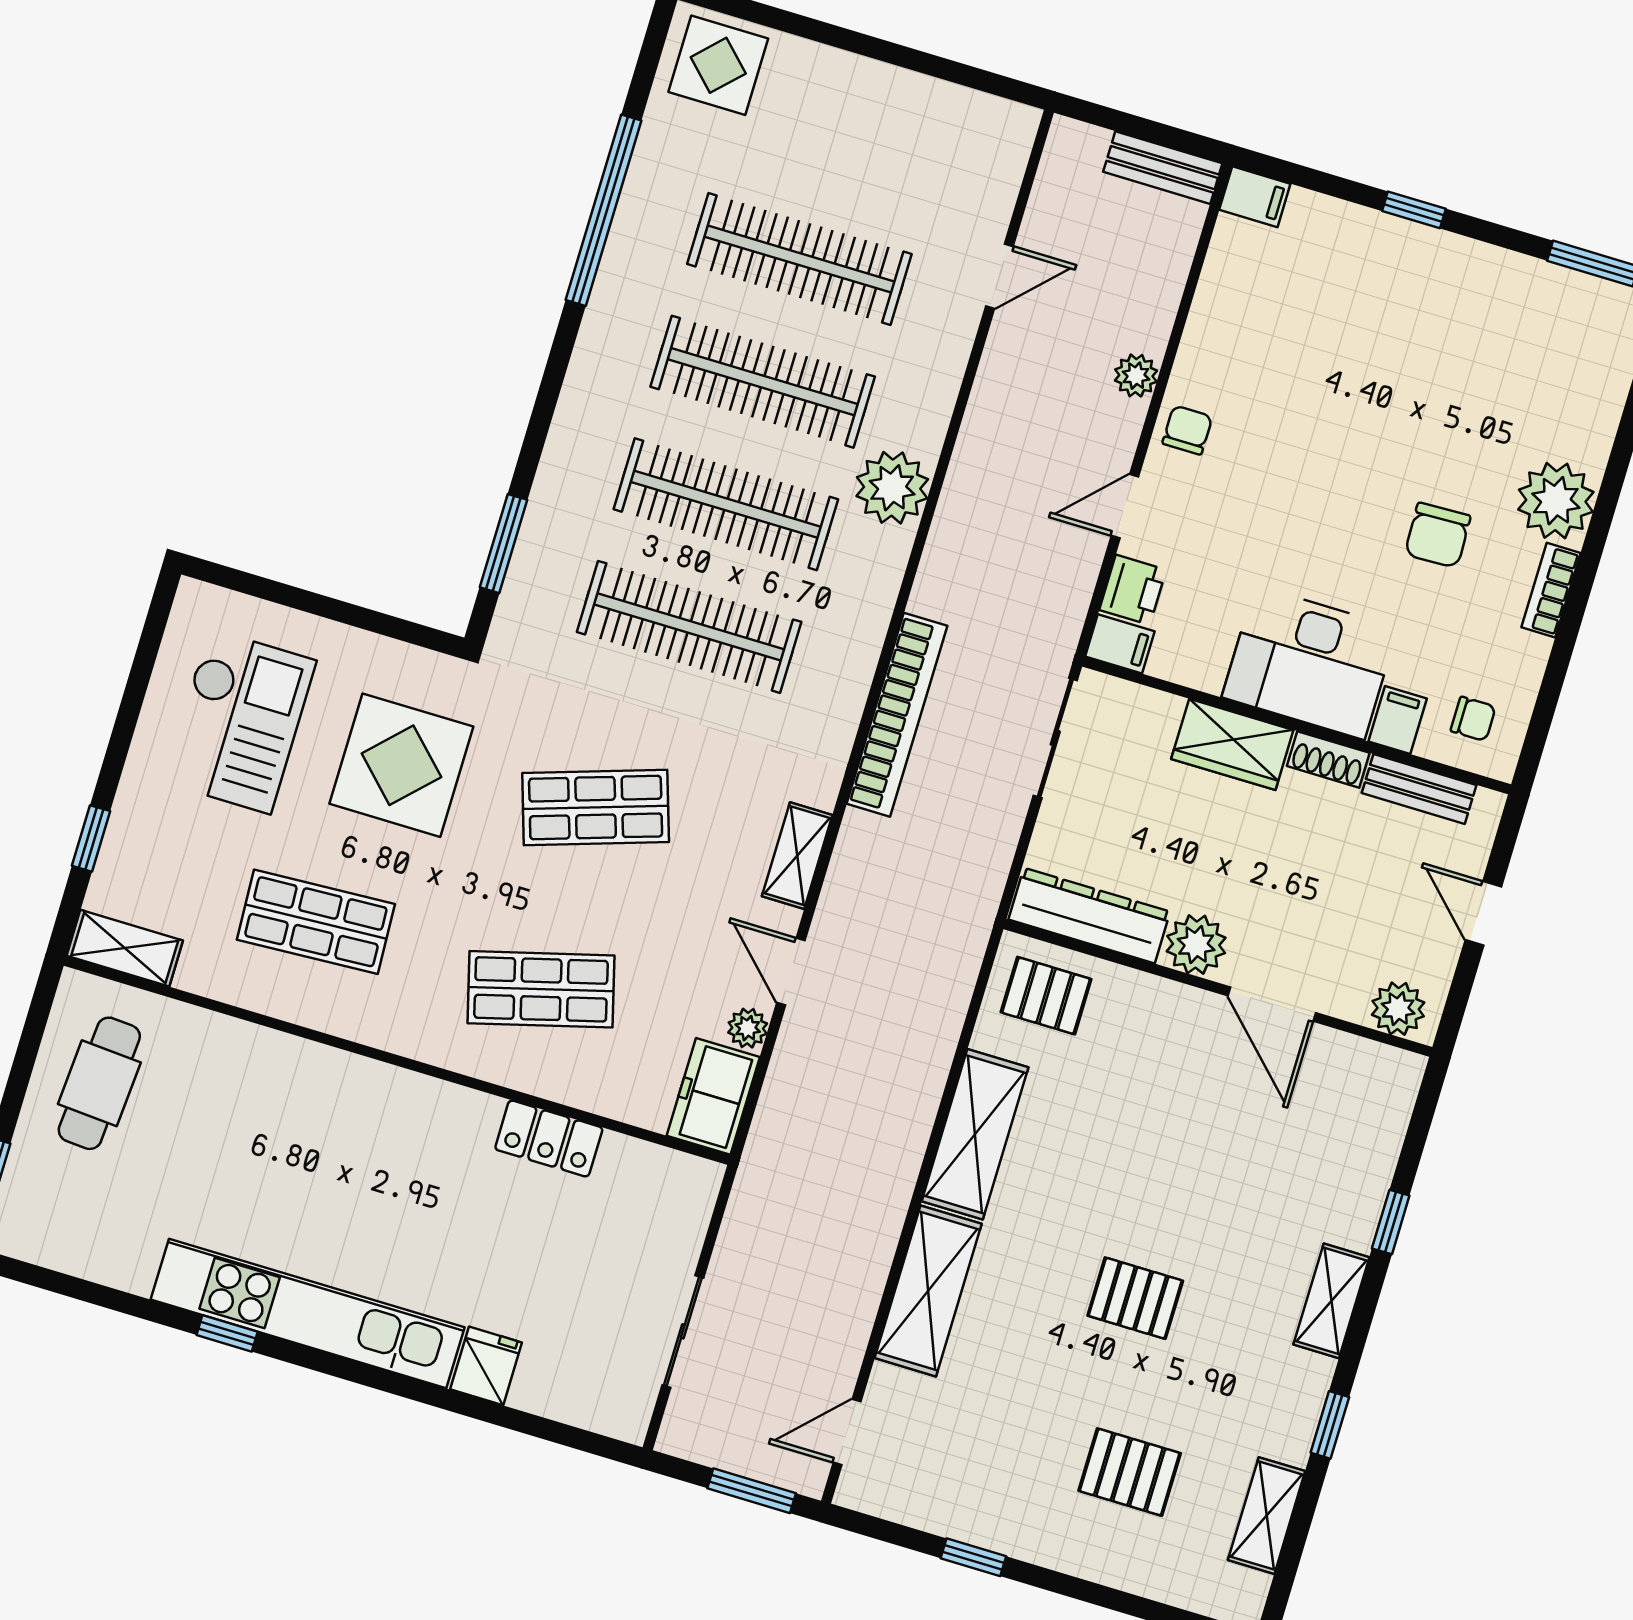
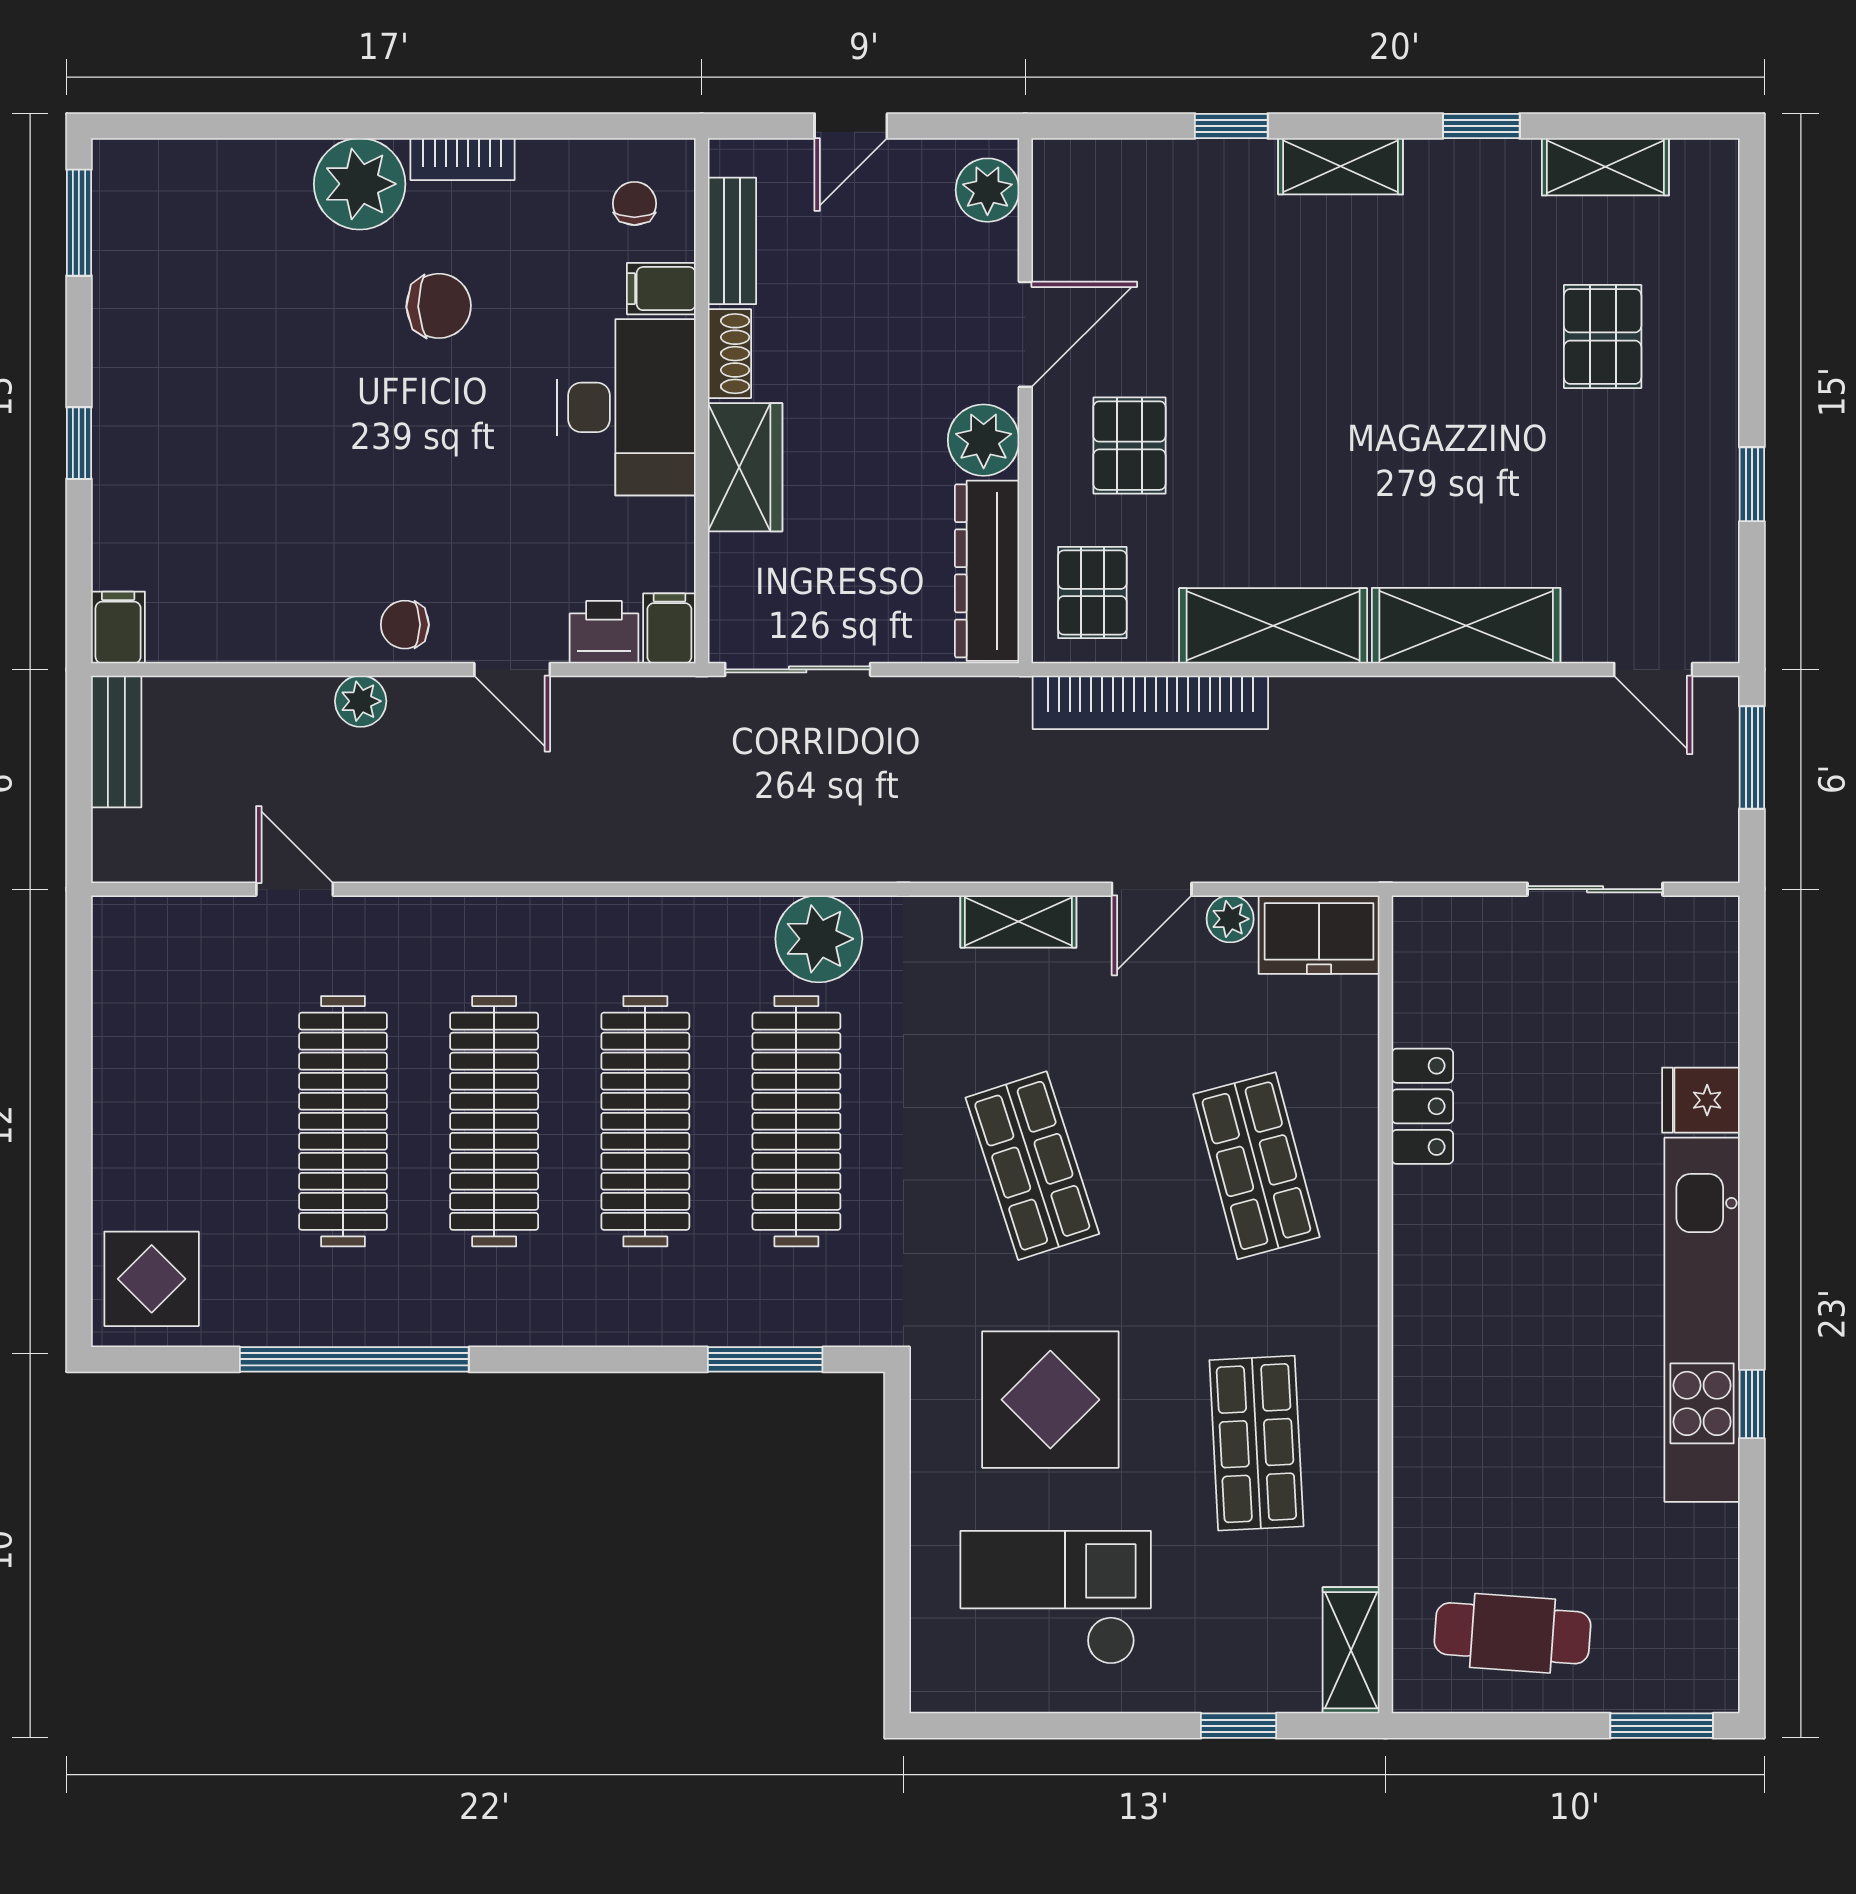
plant: (892, 488) -> (819, 939), moved
bookcase: (897, 715) -> (1150, 702), moved, turned 180
pallet: (1135, 1298) -> (1129, 446), moved

